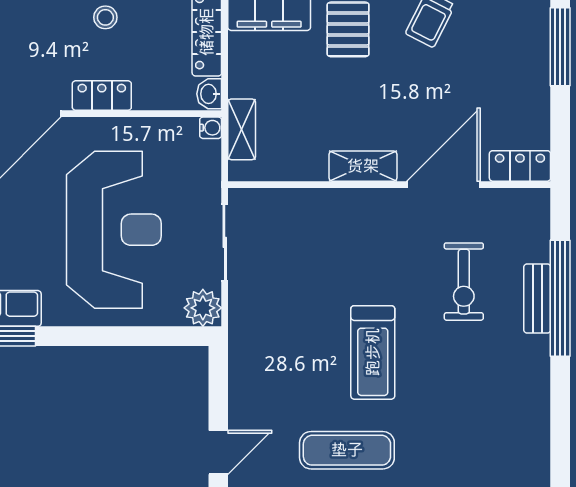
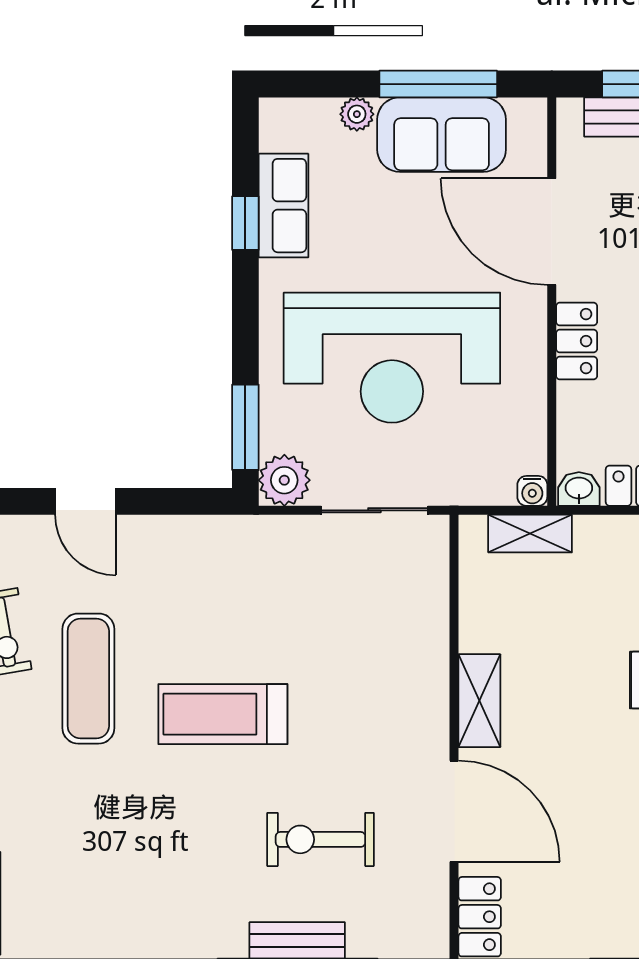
window: (164, 336) -> (245, 427), added

